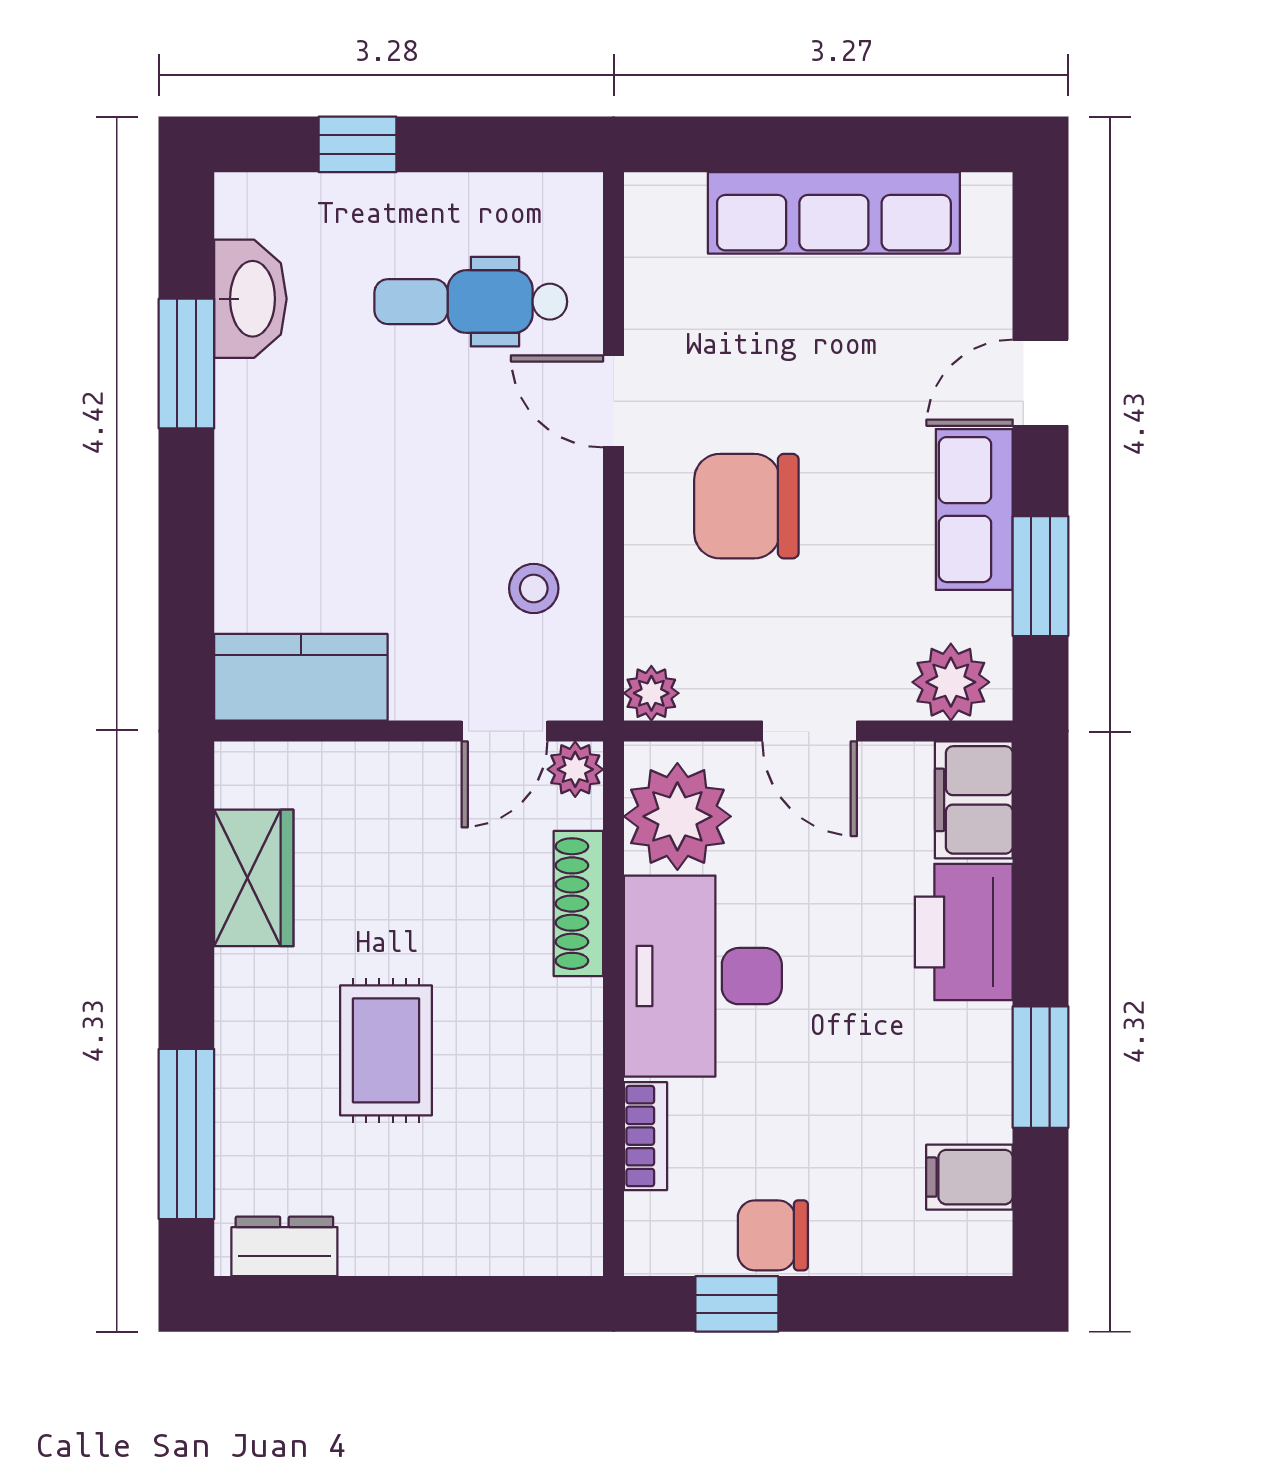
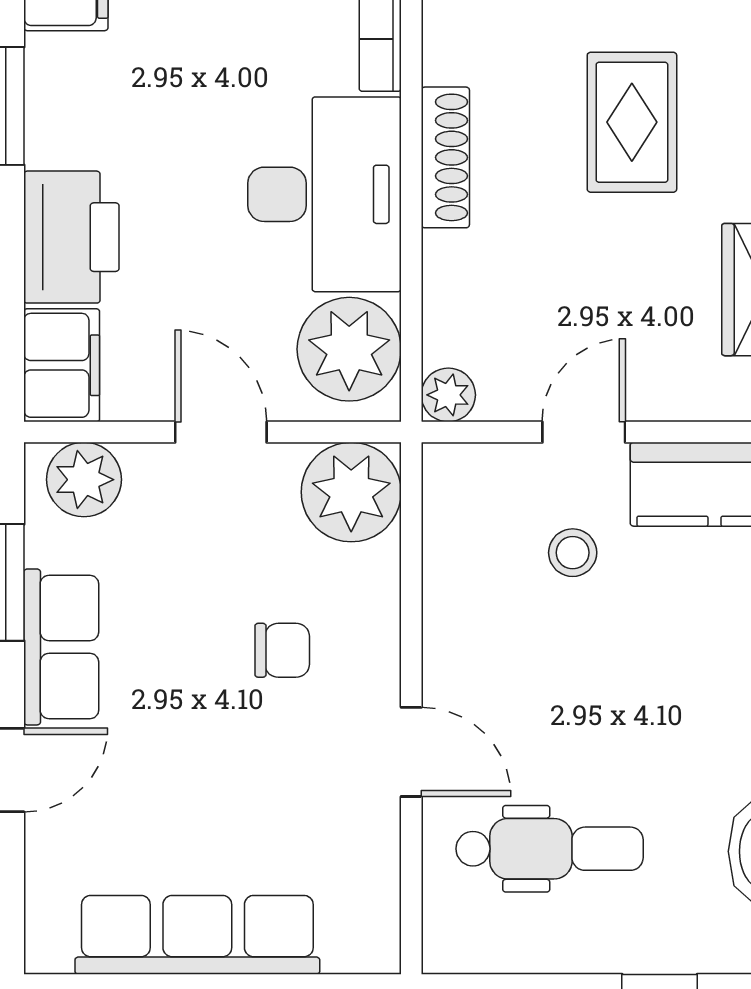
chair: (746, 506) -> (282, 650), width x0.54, depth x0.54
stool: (534, 588) -> (573, 553), moved
plant: (651, 693) -> (351, 492), width x1.88, depth x1.88
door: (504, 731) -> (584, 432), moved
shoe rack: (578, 904) -> (445, 157), moved

